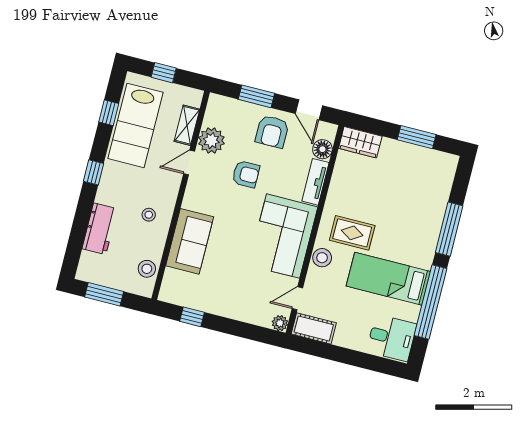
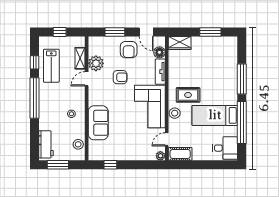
lab bench: (135, 125) -> (51, 66), width x0.73, depth x0.72
window: (94, 172) -> (35, 98), width x3.17
workbench: (100, 229) -> (46, 144), moved

